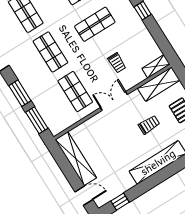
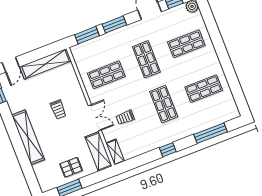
shop shelf: (50, 52) -> (146, 59), turned 90
double door: (114, 101) -> (95, 118), moved
trolley: (149, 125) -> (58, 109), moved

